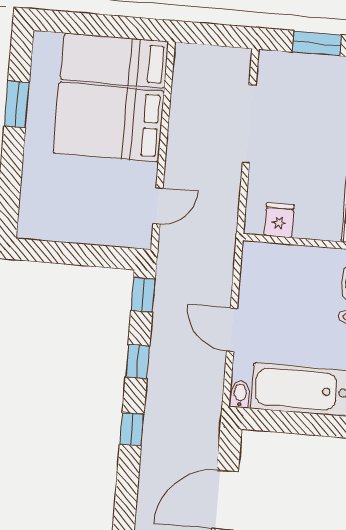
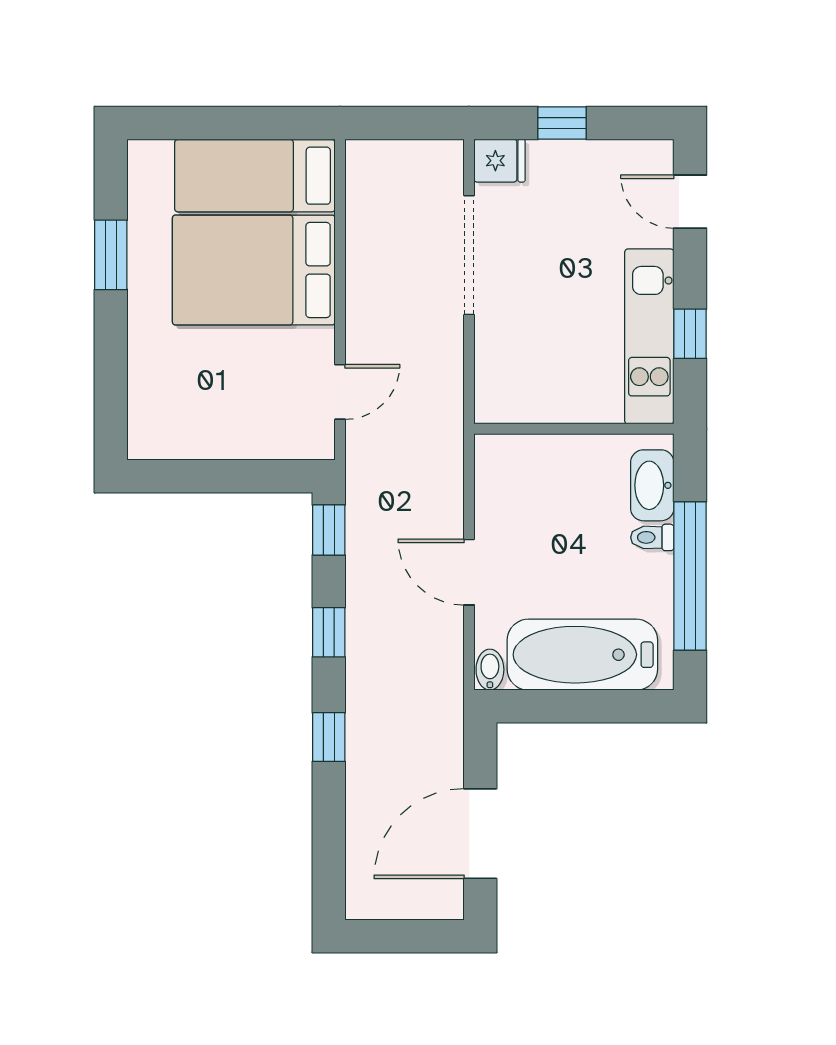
window: (317, 43) -> (562, 123), width x0.67
fridge: (279, 220) -> (500, 161), moved, turned 90

